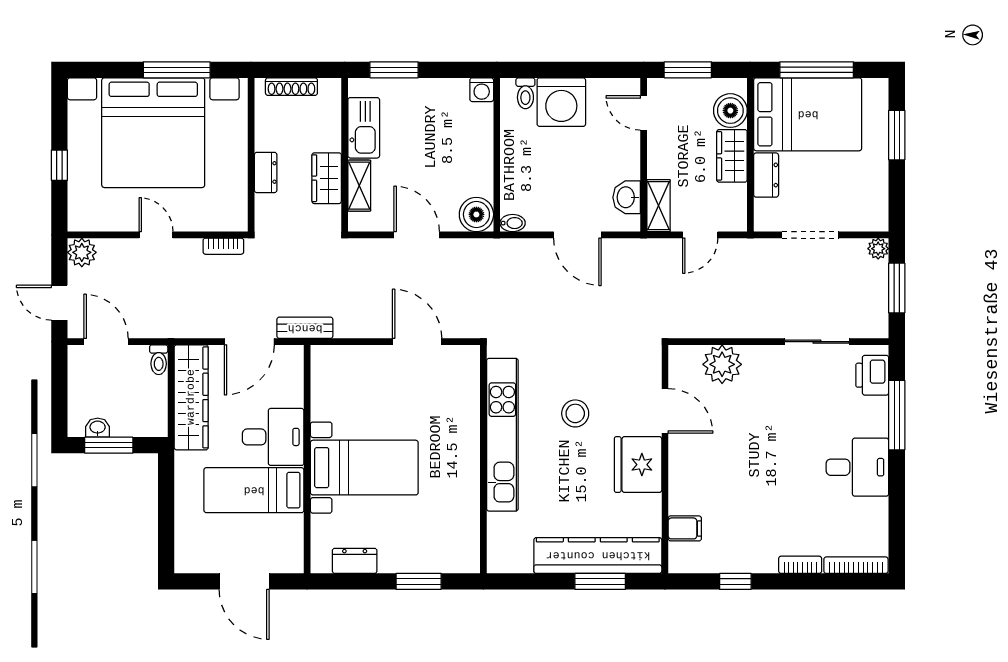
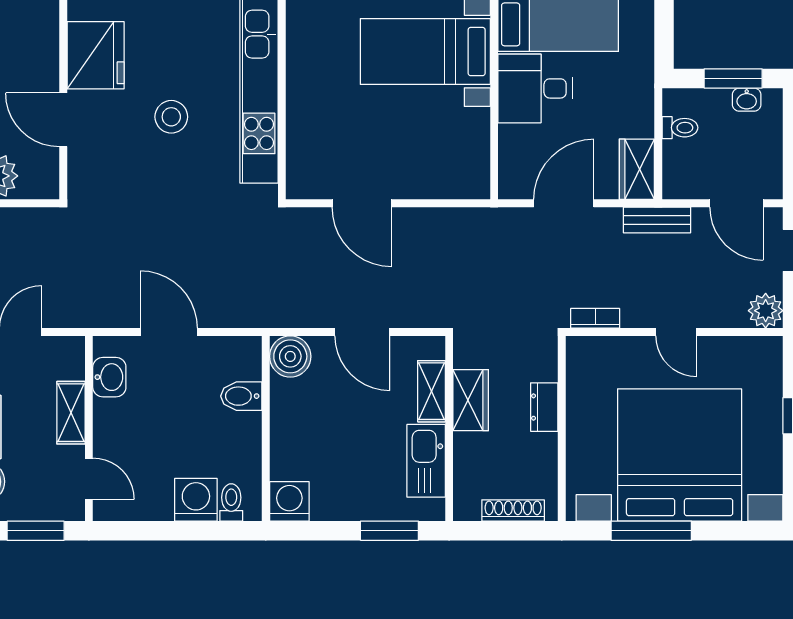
washing machine: (482, 90) -> (289, 501), width x1.38, depth x1.38
washing machine: (561, 102) -> (196, 500), width x0.73, depth x0.73
shelving: (659, 206) -> (71, 413), moved
bidet: (513, 223) -> (241, 396), moved, width x1.38, depth x1.36
bench: (305, 328) -> (657, 220), moved
toilet: (159, 360) -> (680, 128), moved, turned 90
wardrobe: (191, 397) -> (637, 169), width x0.48, depth x0.85

